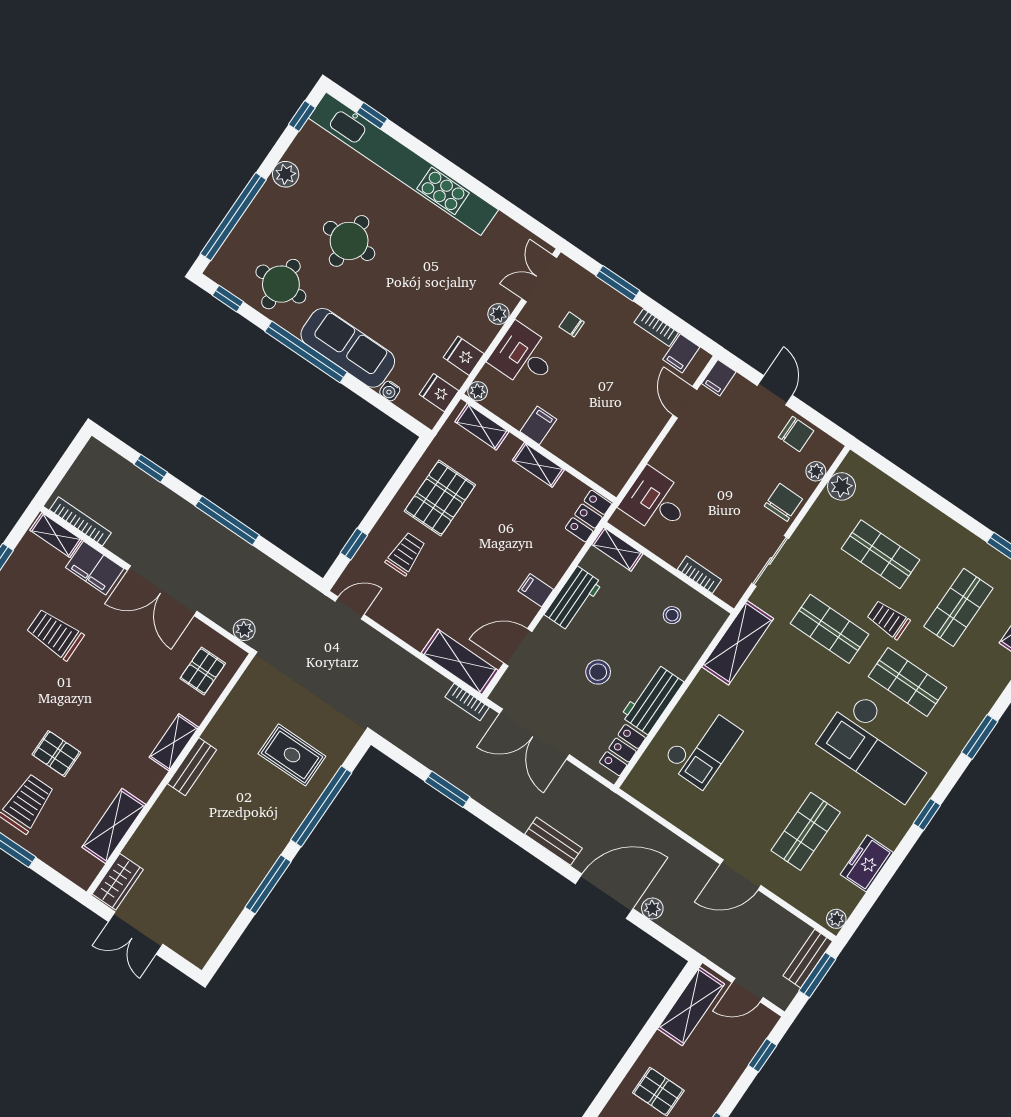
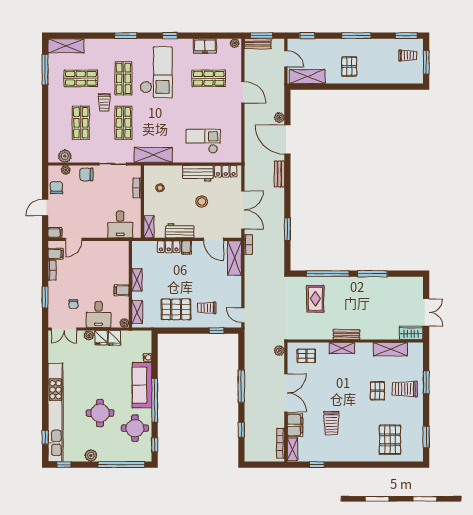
fridge: (439, 393) -> (101, 338), moved
locker: (588, 516) -> (169, 247), moved

